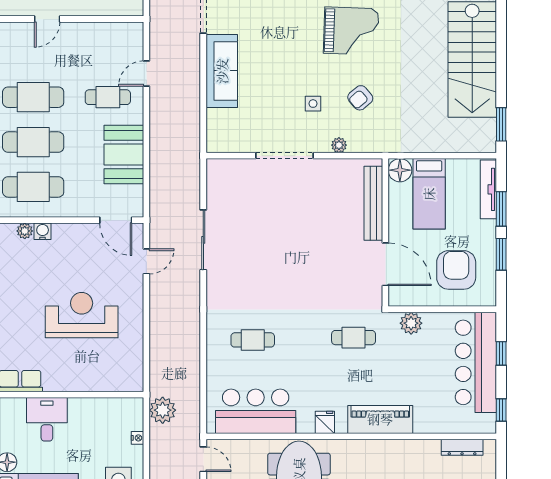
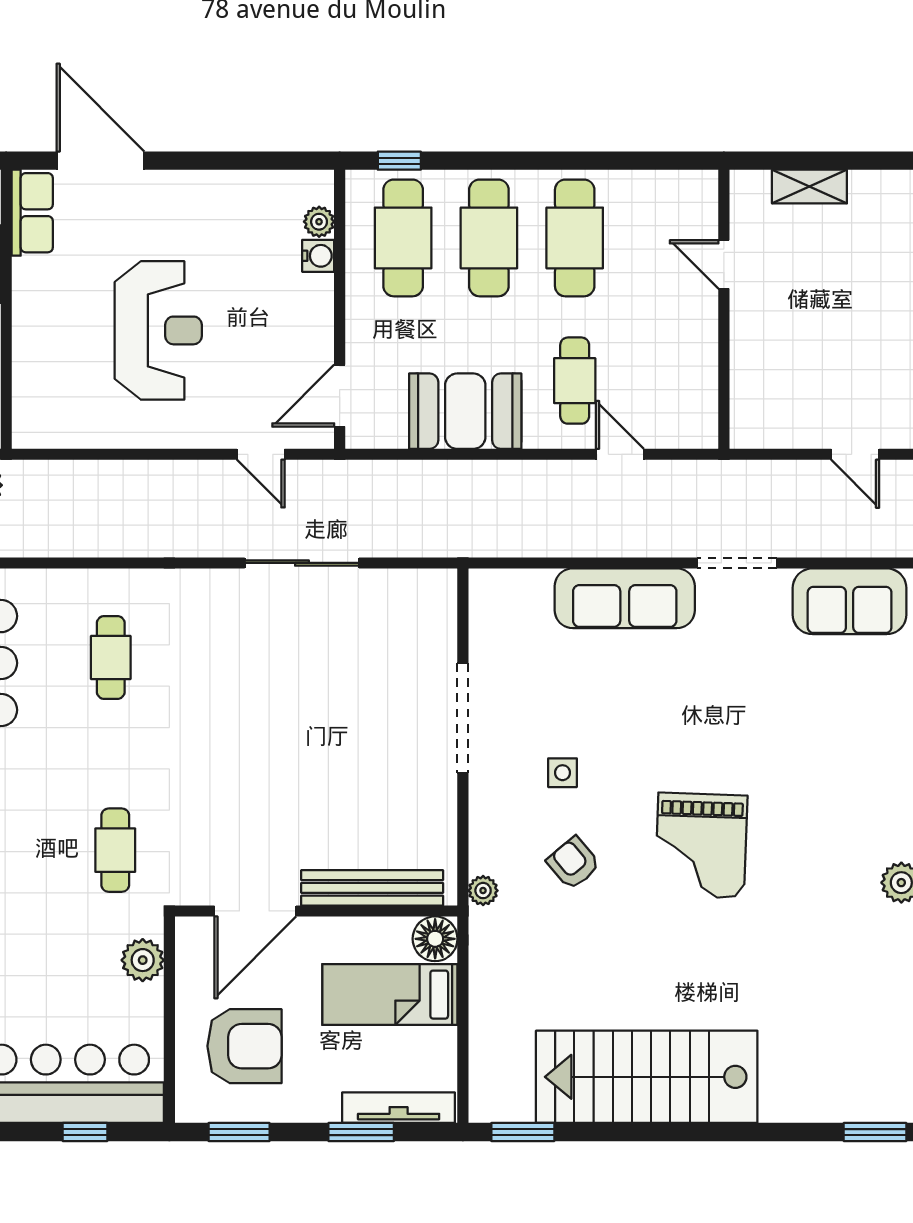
plant: (339, 145) -> (483, 891), moved
window: (501, 254) -> (239, 1132), moved

